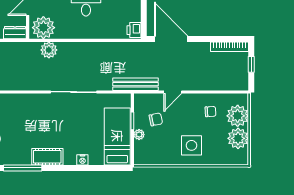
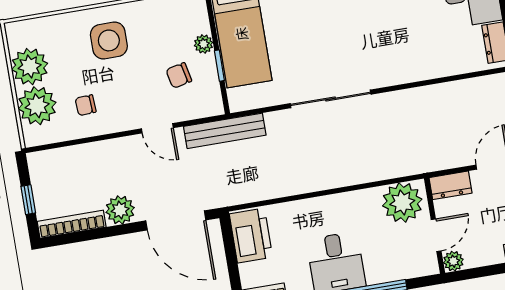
printer: (134, 30) -> (251, 236), width x1.87, depth x1.48
plant: (49, 50) -> (120, 210), moved
door: (173, 92) -> (157, 128), swing flipped

